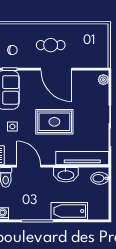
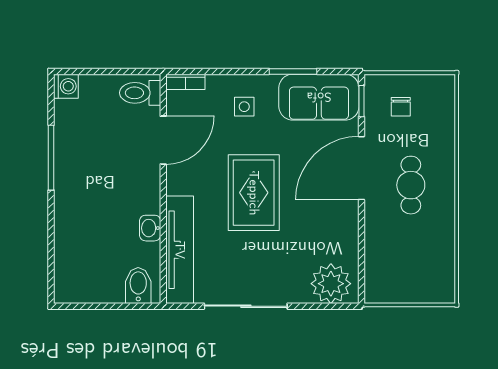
door: (56, 69) -> (361, 168), moved
plant: (103, 80) -> (331, 284), width x1.87, depth x1.87
washbasin: (66, 175) -> (150, 228), width x0.52, depth x0.69
bathtub: (69, 211) -> (71, 223), removed

